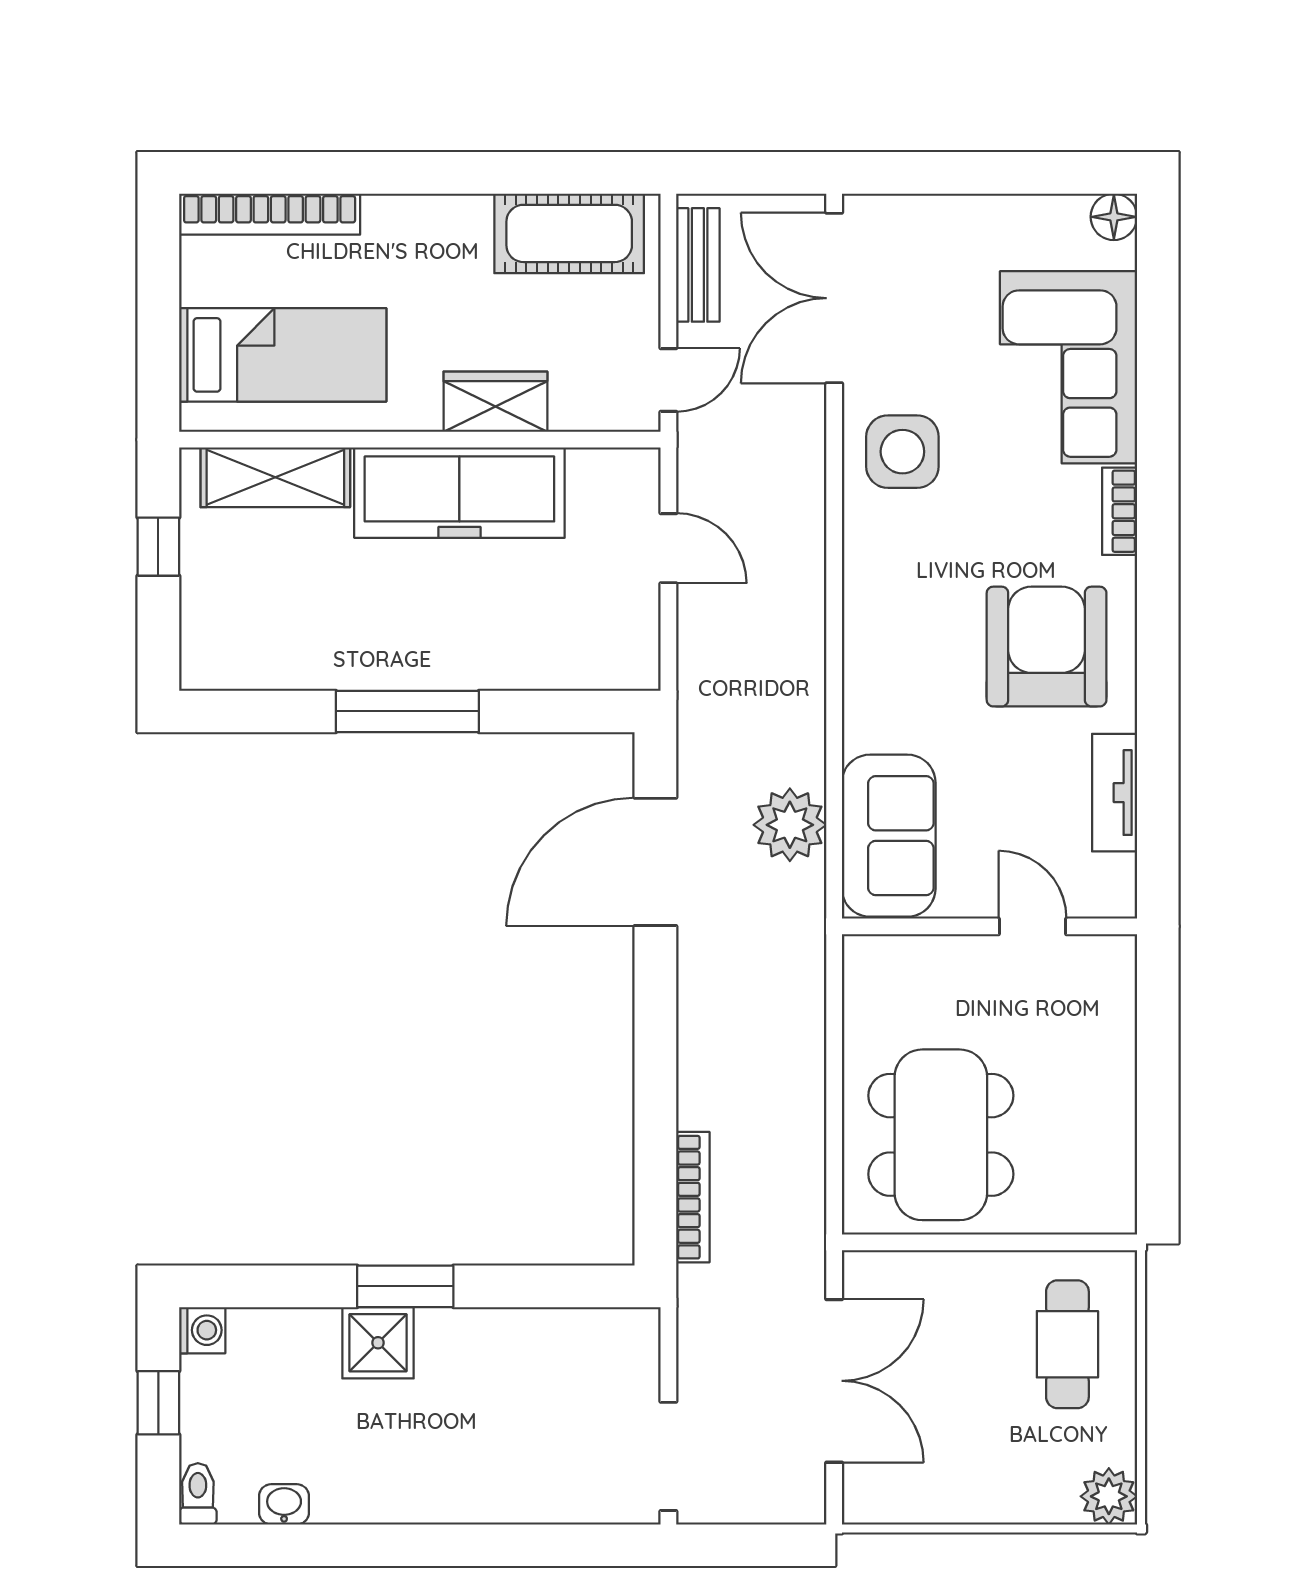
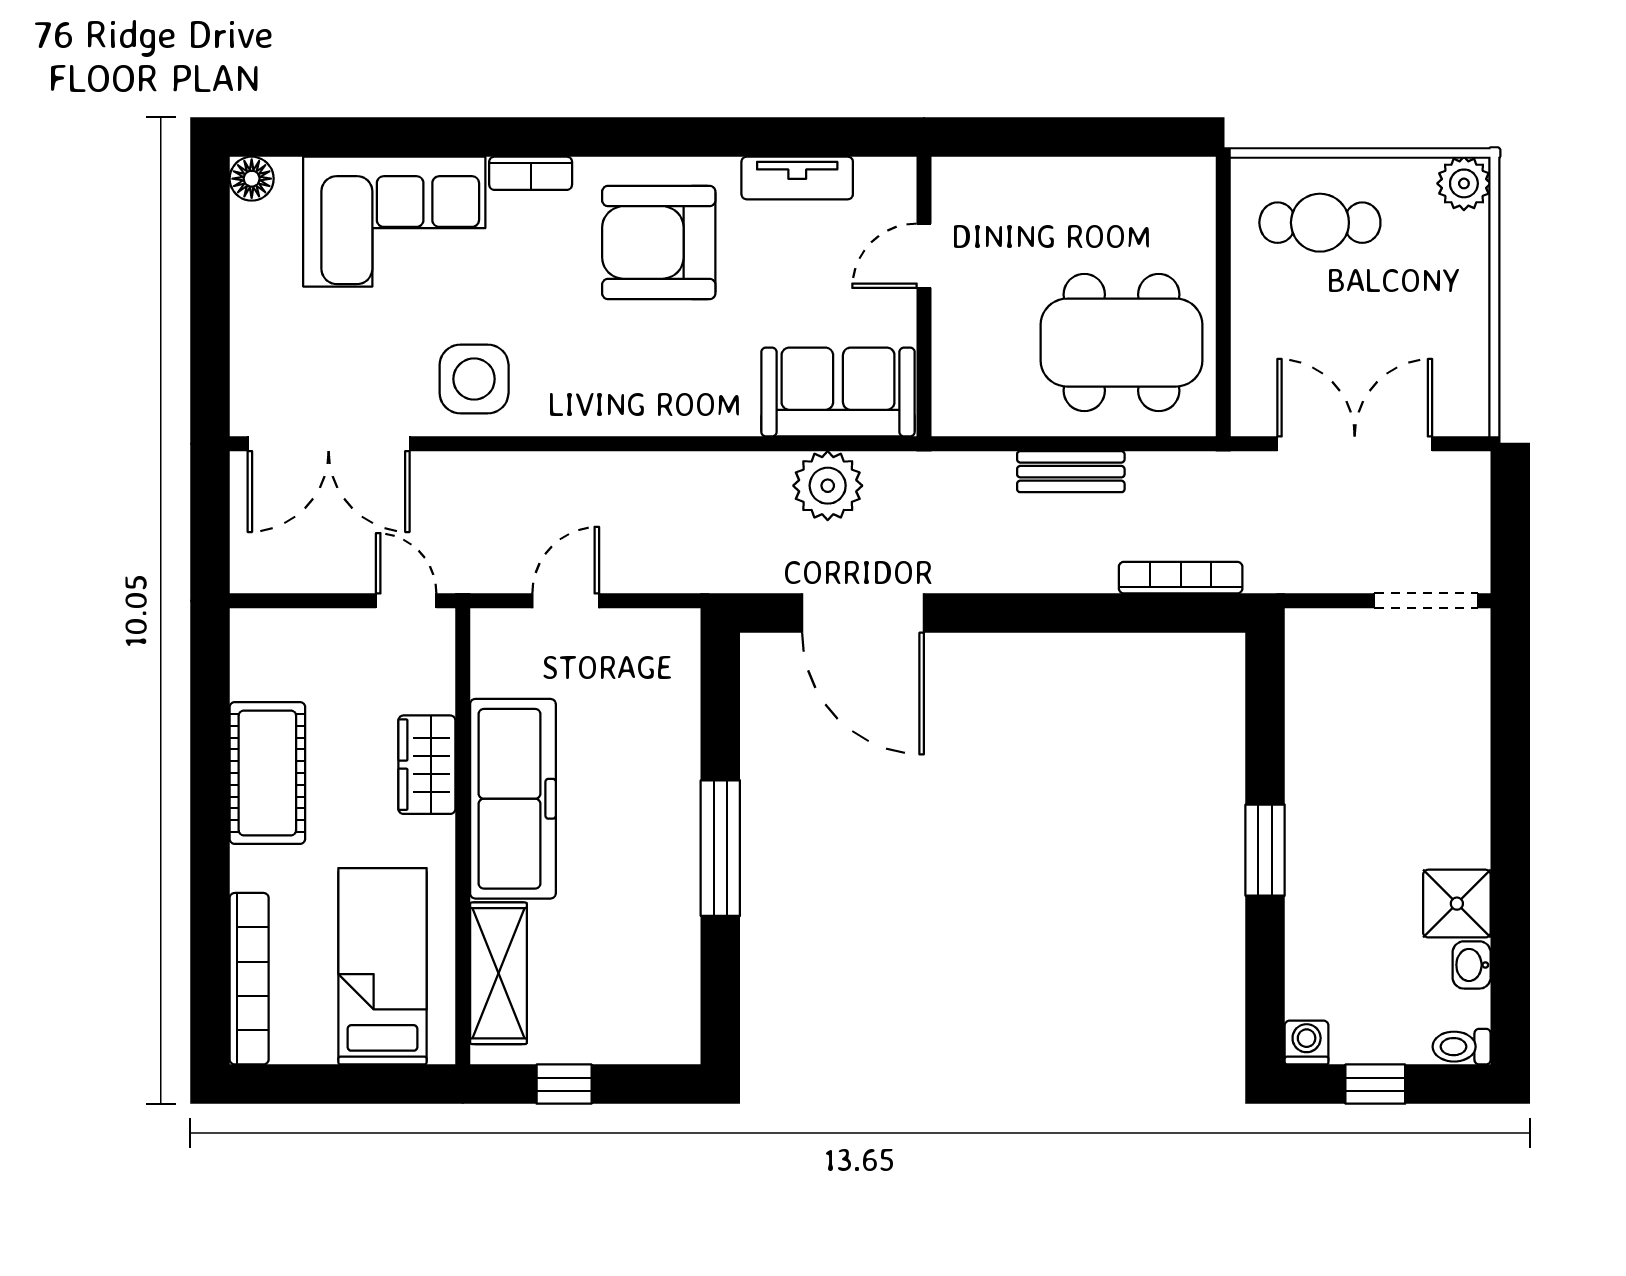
cot: (569, 233) -> (267, 773), moved
bench: (698, 265) -> (1071, 472), moved
shower: (378, 1343) -> (1457, 904), moved

